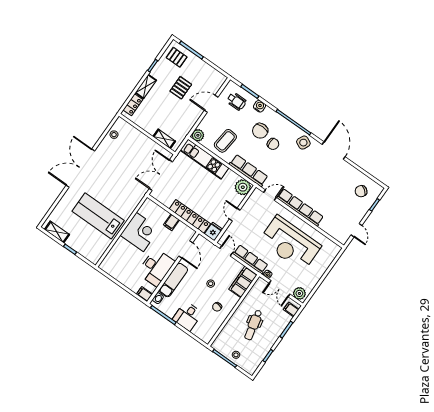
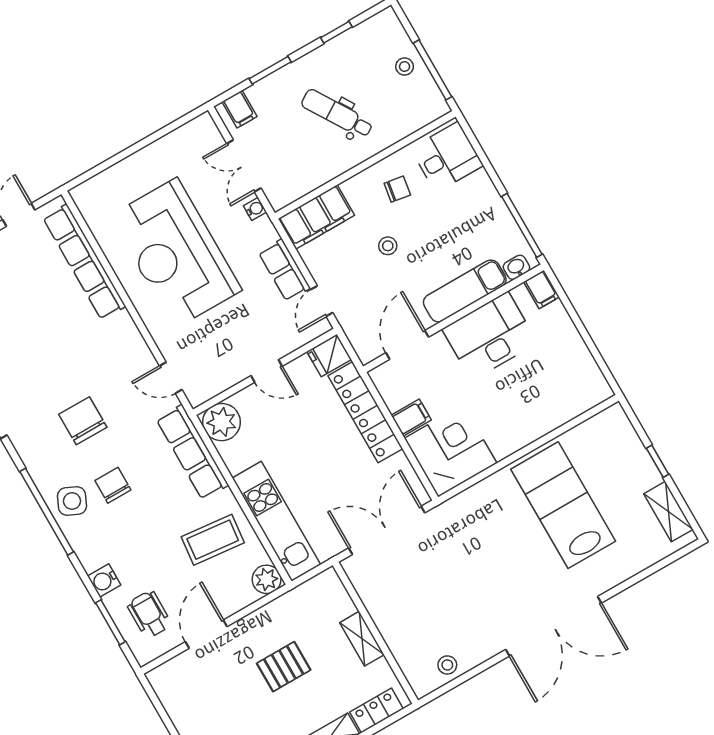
pallet: (181, 88) -> (284, 667), moved
door: (211, 104) -> (206, 634), swing flipped
chair: (260, 131) -> (83, 421), moved, turned -90
shelving: (164, 139) -> (362, 639), moved
side table: (303, 143) -> (72, 501), moved
double door: (161, 175) -> (387, 530), swing flipped
row of seats: (300, 207) -> (84, 262), moved
door: (235, 215) -> (267, 371), hinge flipped
lab bench: (98, 216) -> (563, 505), turned 180
corner desk: (140, 232) -> (451, 451), moved, turned 90
reception desk: (290, 243) -> (176, 253), turned 180
row of seats: (250, 259) -> (284, 270), width x0.68
double door: (280, 289) -> (244, 166), swing flipped
plant: (299, 293) -> (206, 136), removed
desk: (187, 316) -> (447, 157), moved
dental chair: (253, 325) -> (337, 114), turned -109

